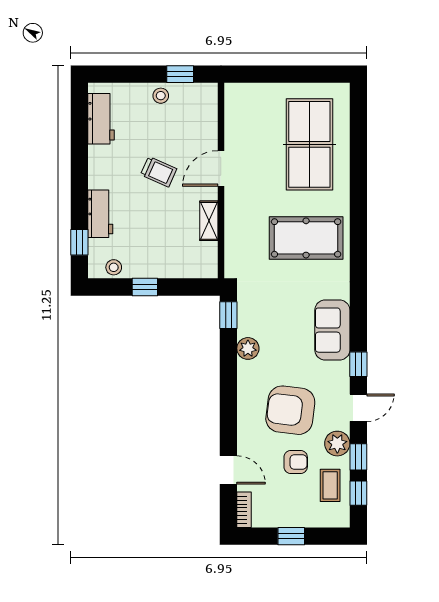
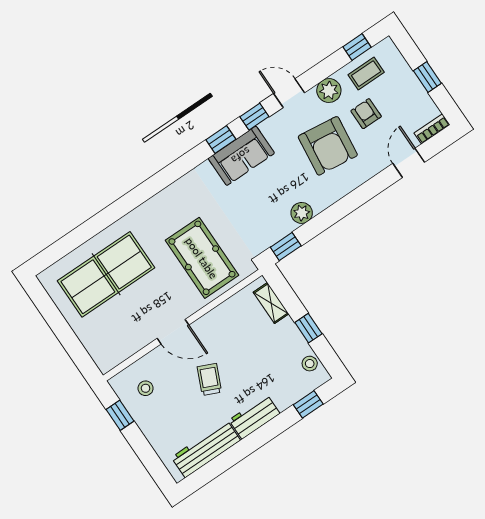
stool: (161, 96) -> (146, 388), moved
workbench: (101, 119) -> (206, 449), width x1.37
workbench: (100, 214) -> (254, 417), moved
shelving: (209, 221) -> (271, 303), moved, turned 90
pool table: (306, 238) -> (202, 258), moved
window: (358, 457) -> (221, 140), moved

